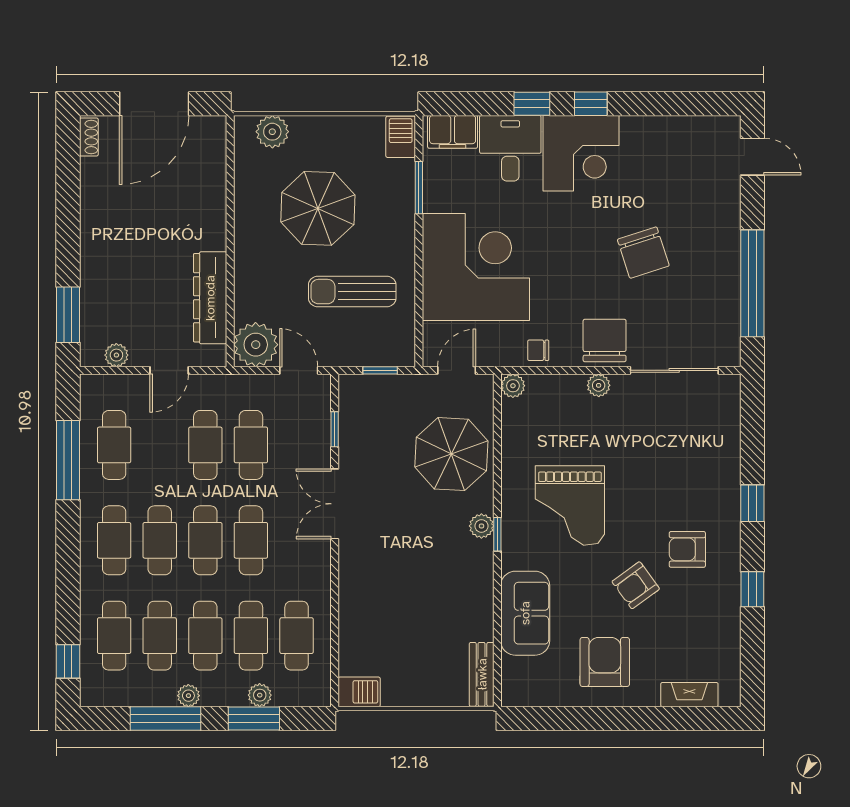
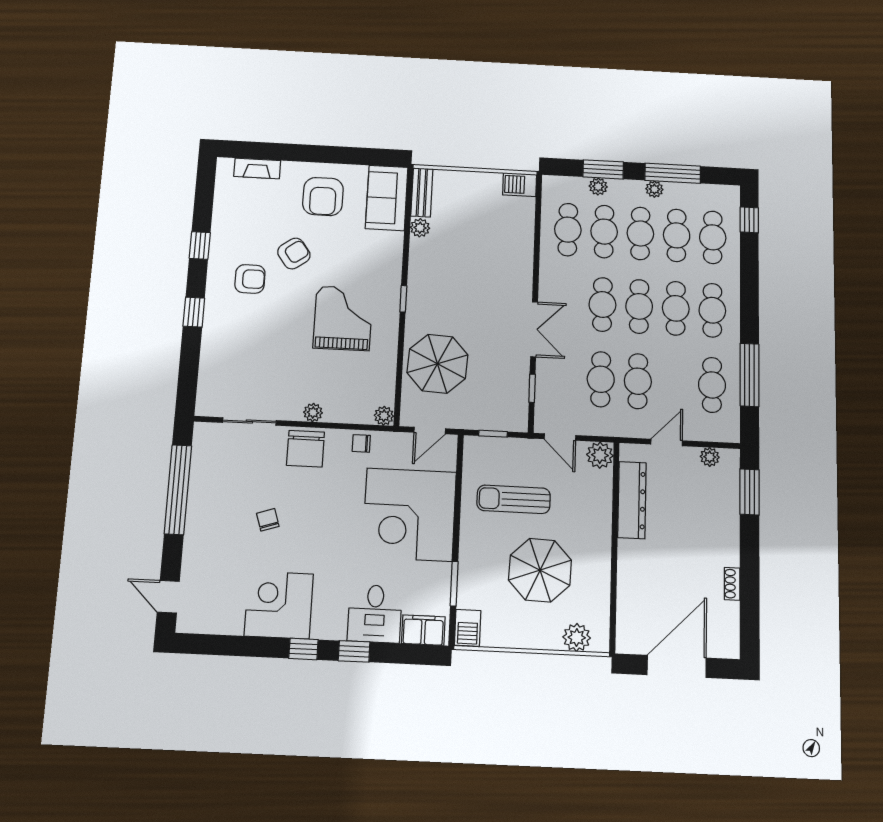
shoe rack: (89, 137) -> (732, 584), moved
corner desk: (581, 153) -> (279, 605), moved
chair: (643, 253) -> (268, 520), width x0.54, depth x0.54
sun lounger: (352, 292) -> (514, 499), turned 180
plant: (256, 345) -> (600, 455), width x0.73, depth x0.73
chair: (538, 350) -> (361, 443), turned 180
sliding door: (674, 370) -> (249, 421), width x0.73
plant: (481, 526) -> (420, 228), moved
sofa: (525, 613) -> (387, 198), moved

